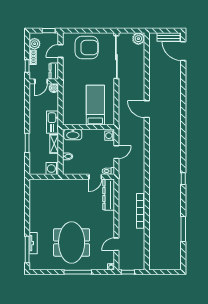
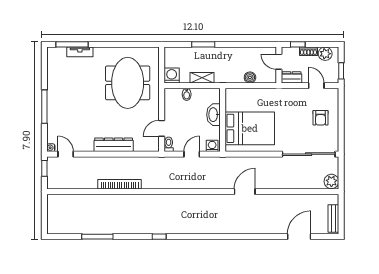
armchair: (87, 48) -> (321, 118), width x0.53, depth x0.53
door: (183, 51) -> (299, 237), moved
boiler: (54, 88) -> (250, 77), moved
bed: (95, 105) -> (250, 128), width x1.50
kitchen sink: (53, 122) -> (229, 76), removed
washbasin: (73, 135) -> (214, 115), moved
door: (116, 152) -> (192, 154), swing flipped
door: (95, 177) -> (162, 128), hinge flipped
dresser: (109, 195) -> (114, 145), moved
meeting table: (72, 242) -> (128, 83), moved, turned 90
door: (116, 244) -> (66, 154), moved

